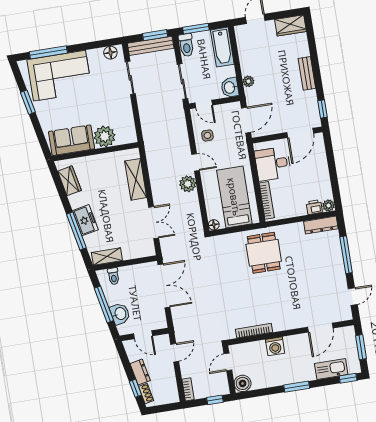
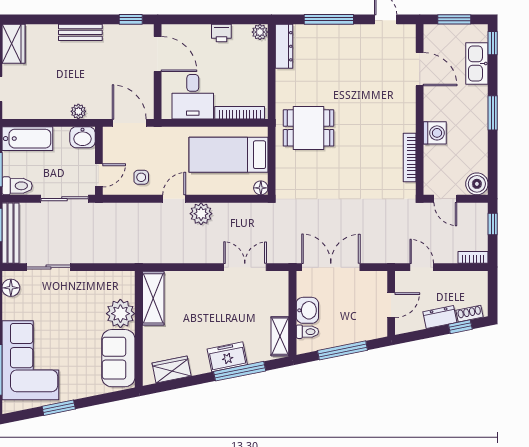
shelving: (136, 179) -> (153, 298), moved, turned 90
printer: (314, 207) -> (221, 33), moved, turned -90
washbasin: (120, 314) -> (307, 310), moved, turned 101

